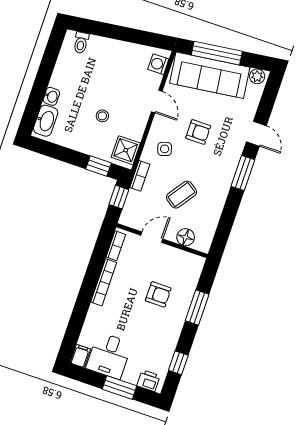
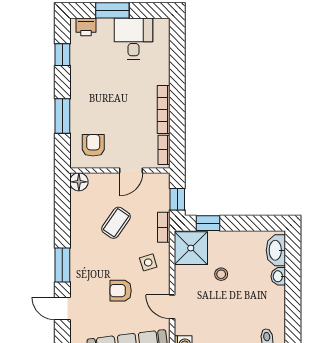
shower: (126, 150) -> (191, 248), width x1.36, depth x1.36
floor lamp: (186, 237) -> (79, 182), moved
armchair: (158, 294) -> (93, 145), moved, turned 90
filing cabinet: (80, 356) -> (162, 28), removed

